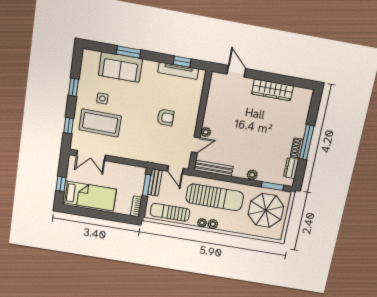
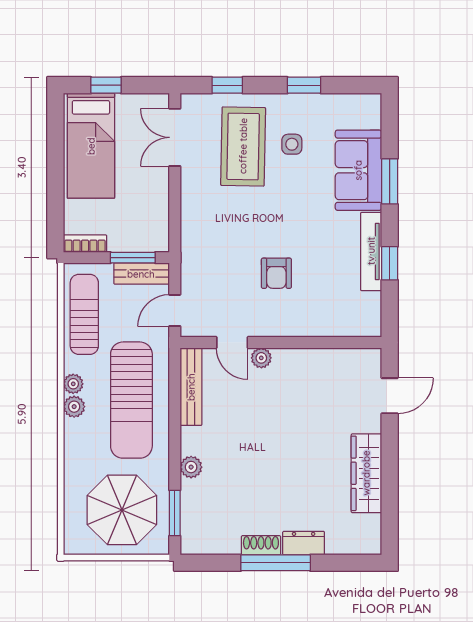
window: (182, 62) -> (390, 263), moved
tv unit: (178, 71) -> (371, 251), moved
dresser: (291, 168) -> (304, 543), moved

